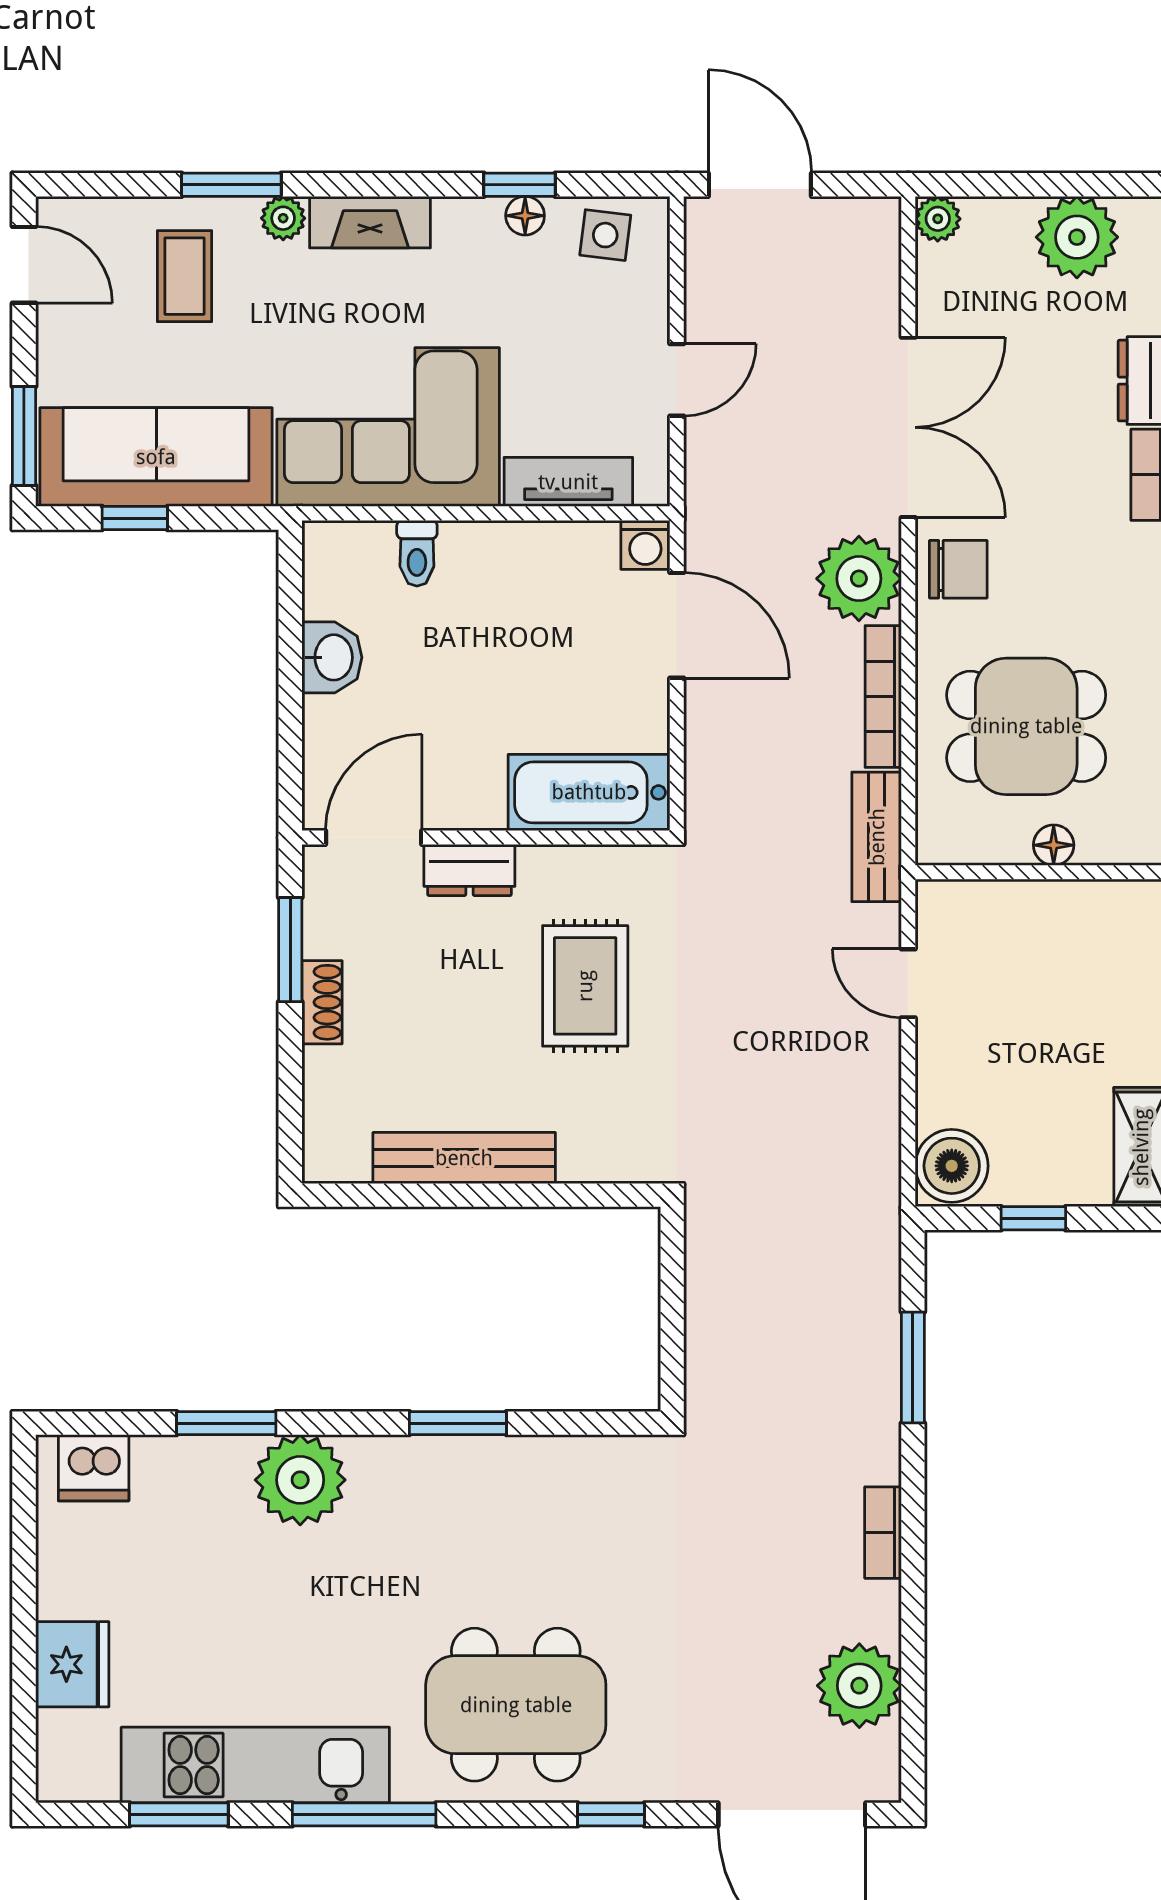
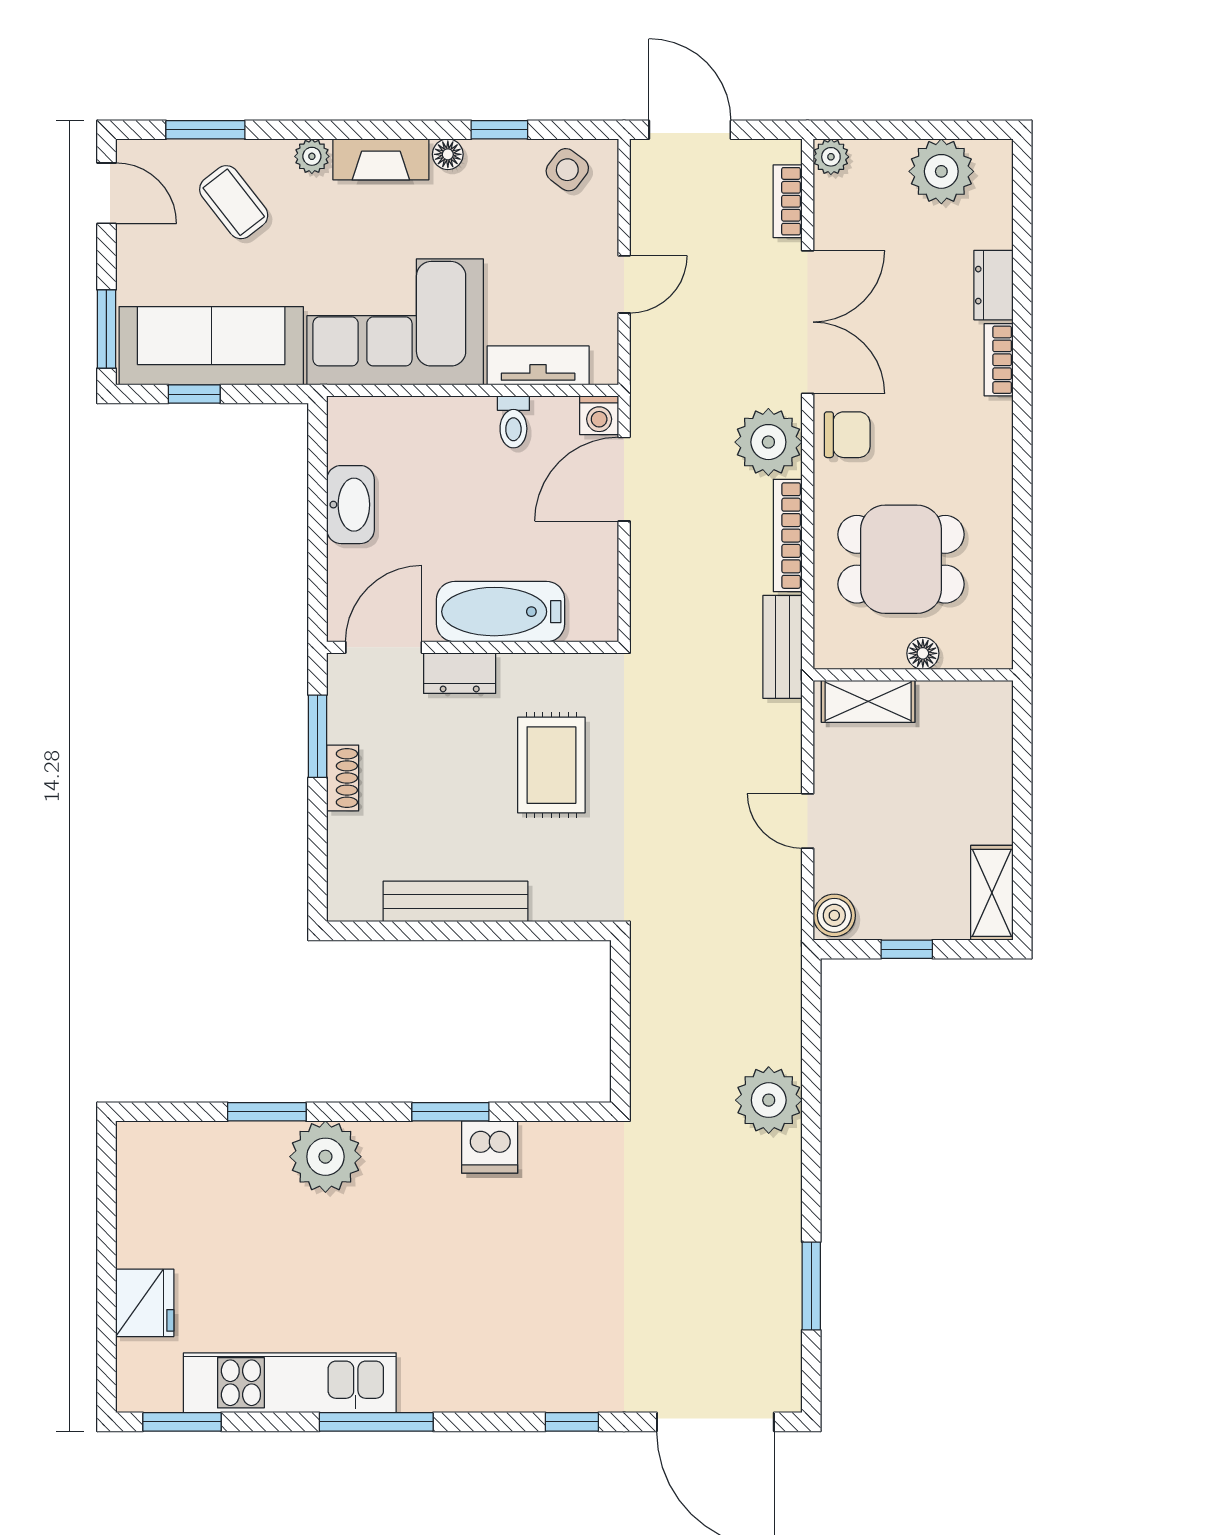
window: (231, 185) -> (205, 130), moved
floor lamp: (525, 216) -> (448, 154), moved
side table: (605, 235) -> (567, 170), turned 30
coffee table: (184, 276) -> (234, 202), turned -38
toilet: (417, 553) -> (513, 422), moved
door: (677, 625) -> (624, 479), swing flipped
washbasin: (332, 657) -> (351, 505), width x1.38
bathtub: (589, 792) -> (501, 612), moved
shelving: (985, 906) -> (868, 701), added
door: (908, 983) -> (808, 821), moved
boiler: (952, 1166) -> (834, 915), width x0.73, depth x0.73
window: (913, 1368) -> (811, 1286), moved
dishwasher: (94, 1468) -> (490, 1147), moved
bookcase: (883, 1533) -> (788, 201), moved
plant: (859, 1686) -> (769, 1100), moved
dining table: (516, 1705) -> (496, 1335), removed
window: (179, 1814) -> (182, 1422), moved

